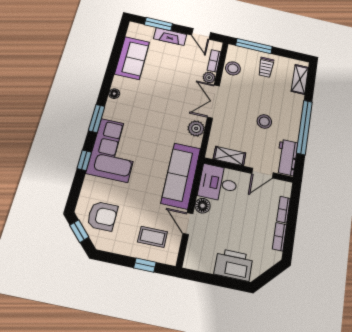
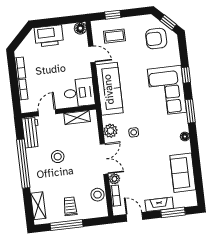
window: (254, 46) -> (67, 225), moved
side table: (170, 118) -> (134, 132), added
floor lamp: (203, 206) -> (80, 28), moved

